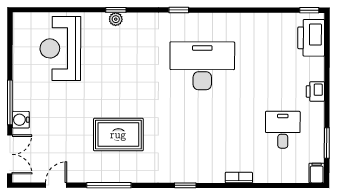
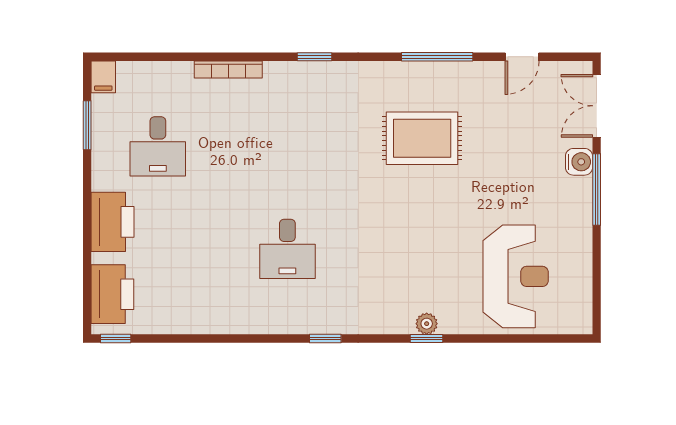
desk: (202, 66) -> (287, 249), width x0.53, depth x0.77
printer: (315, 91) -> (113, 222), width x1.87, depth x1.48
bookcase: (239, 178) -> (228, 69), width x1.56

